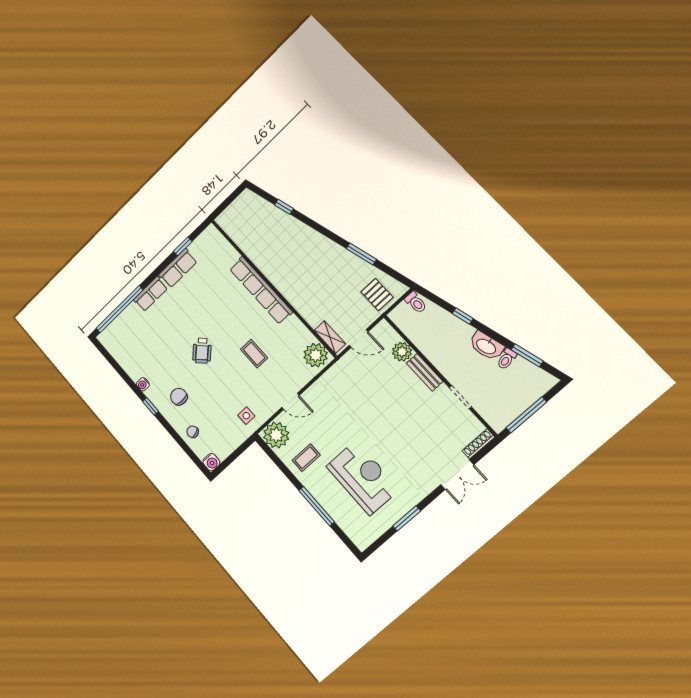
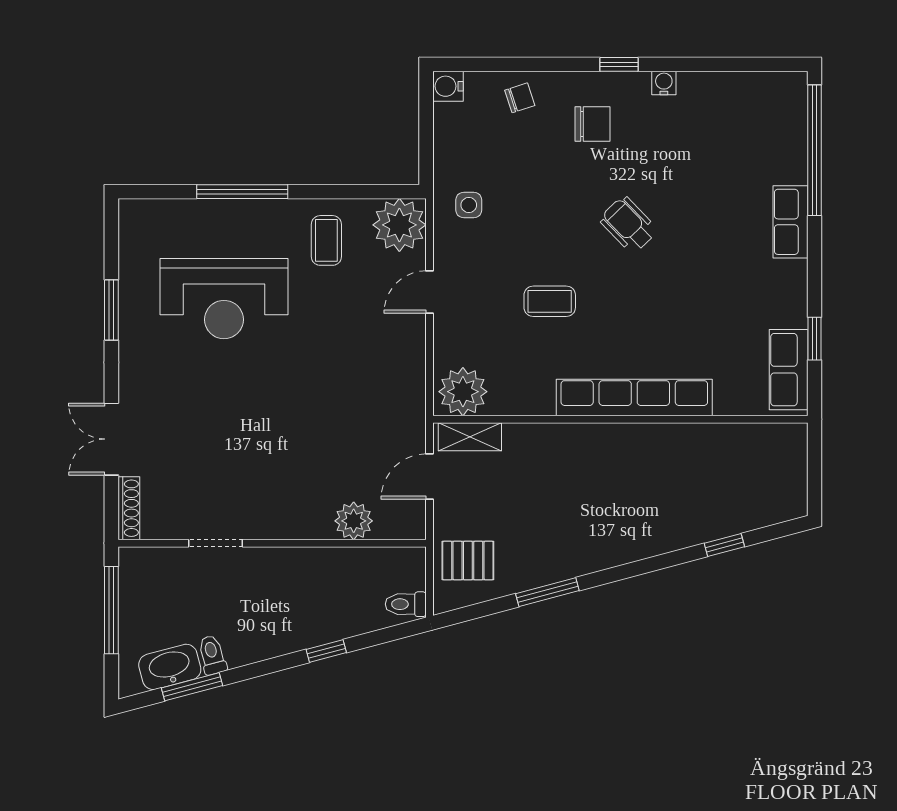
row of seats: (178, 268) -> (789, 370), moved
washbasin: (486, 346) -> (170, 667), moved
bench: (425, 372) -> (295, 526), removed

